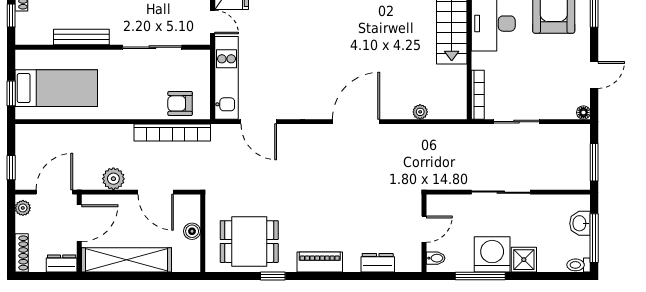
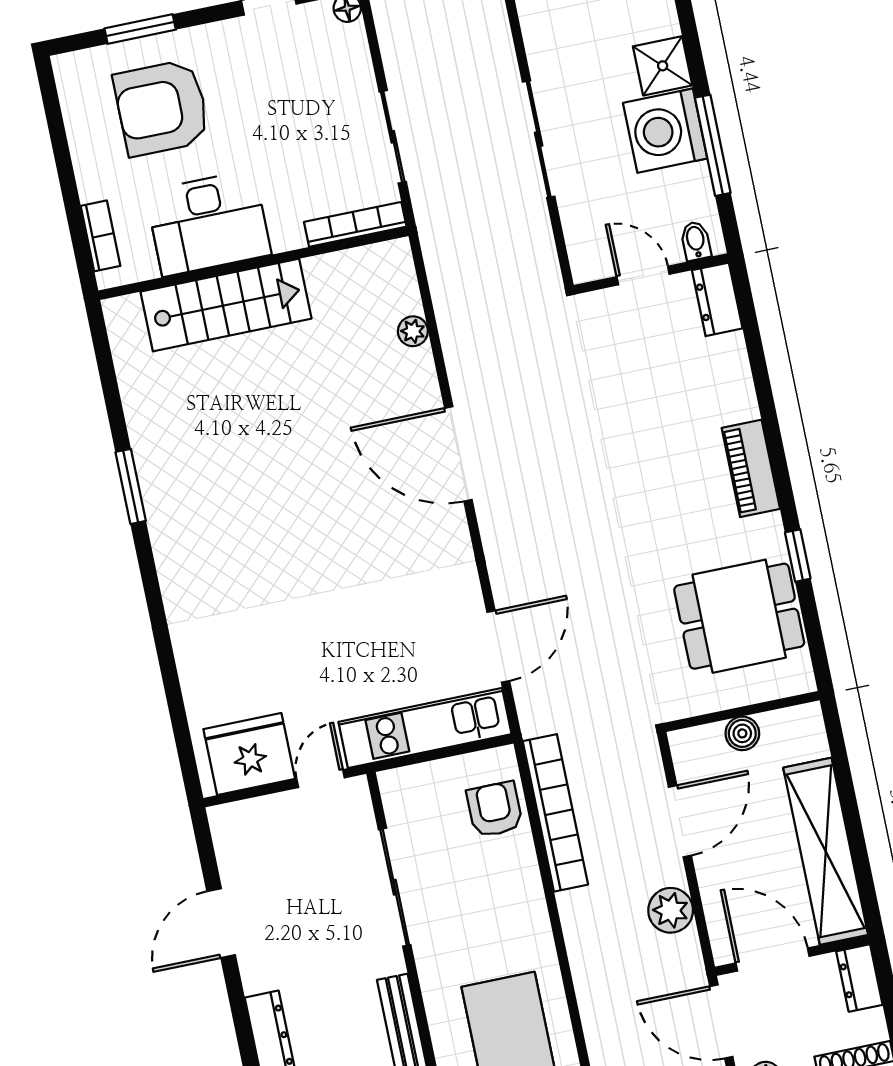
armchair: (180, 103) -> (495, 809), turned 180
dining table: (249, 242) -> (739, 616), turned 90
dresser: (378, 263) -> (717, 299), moved

